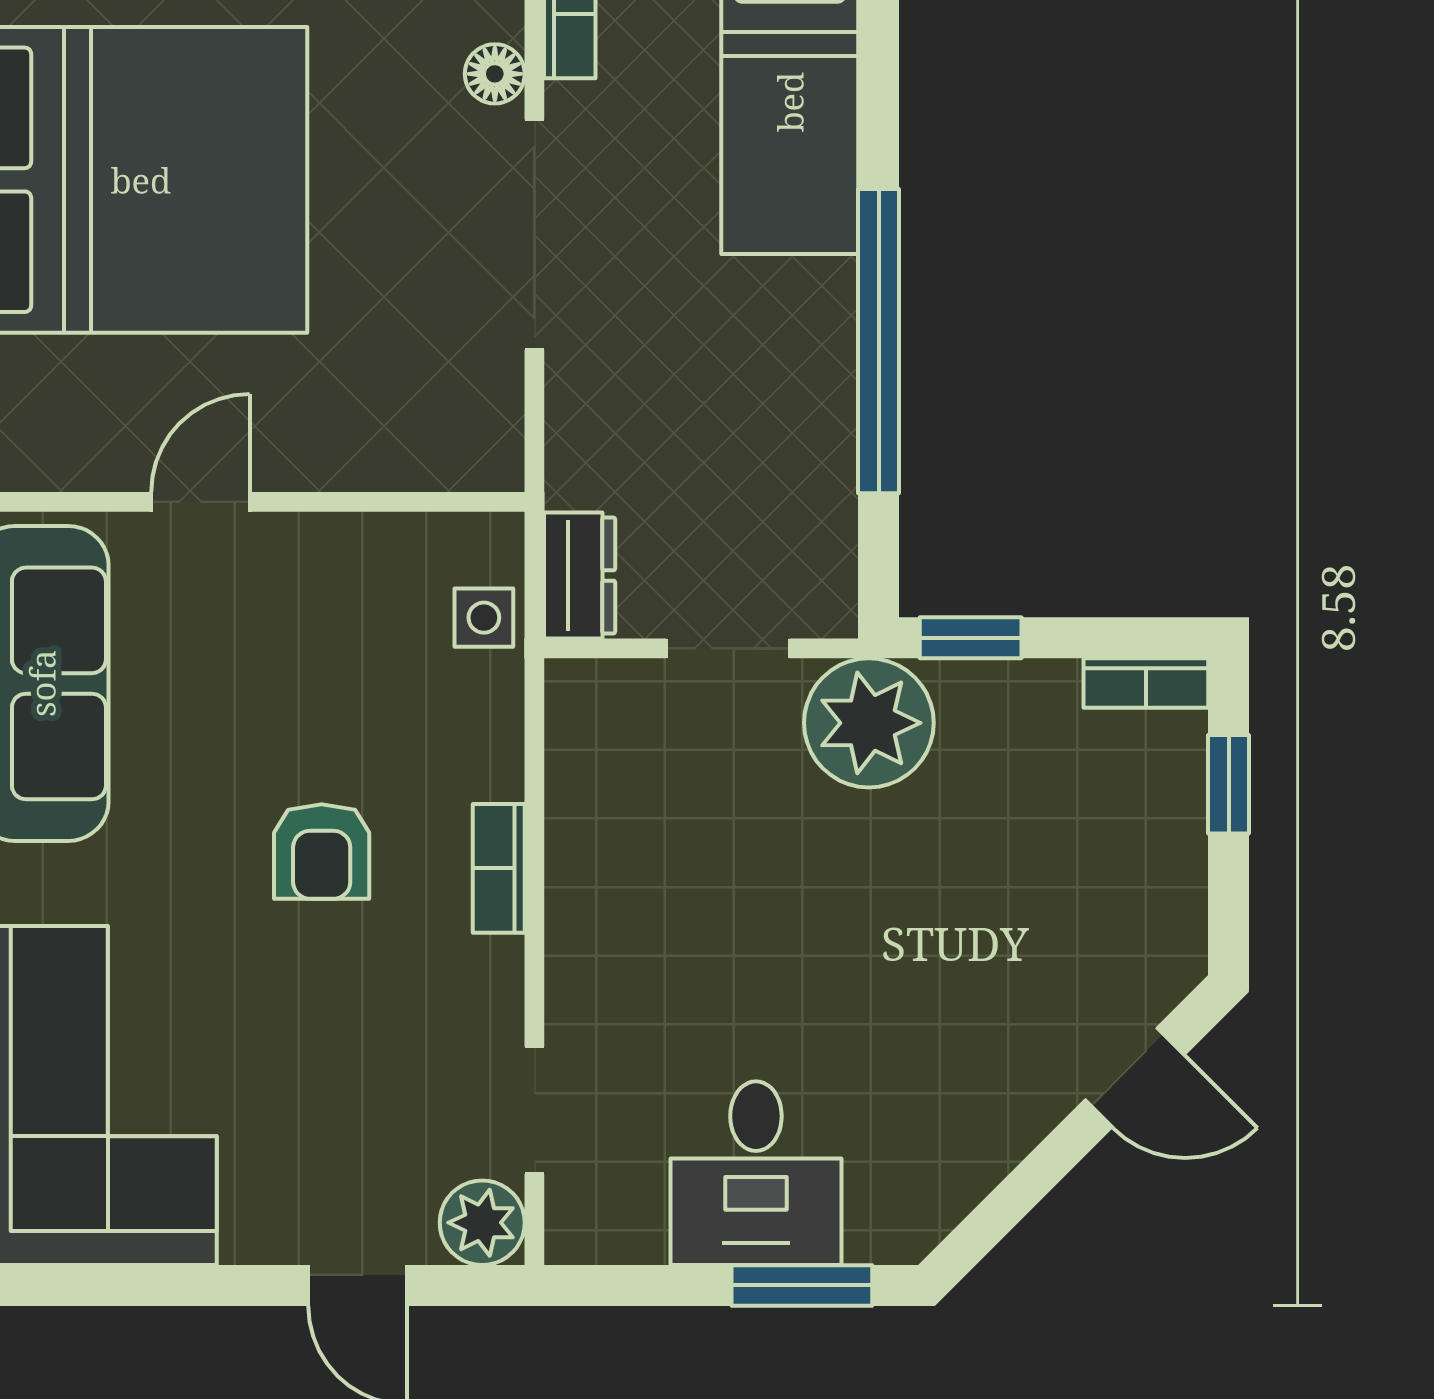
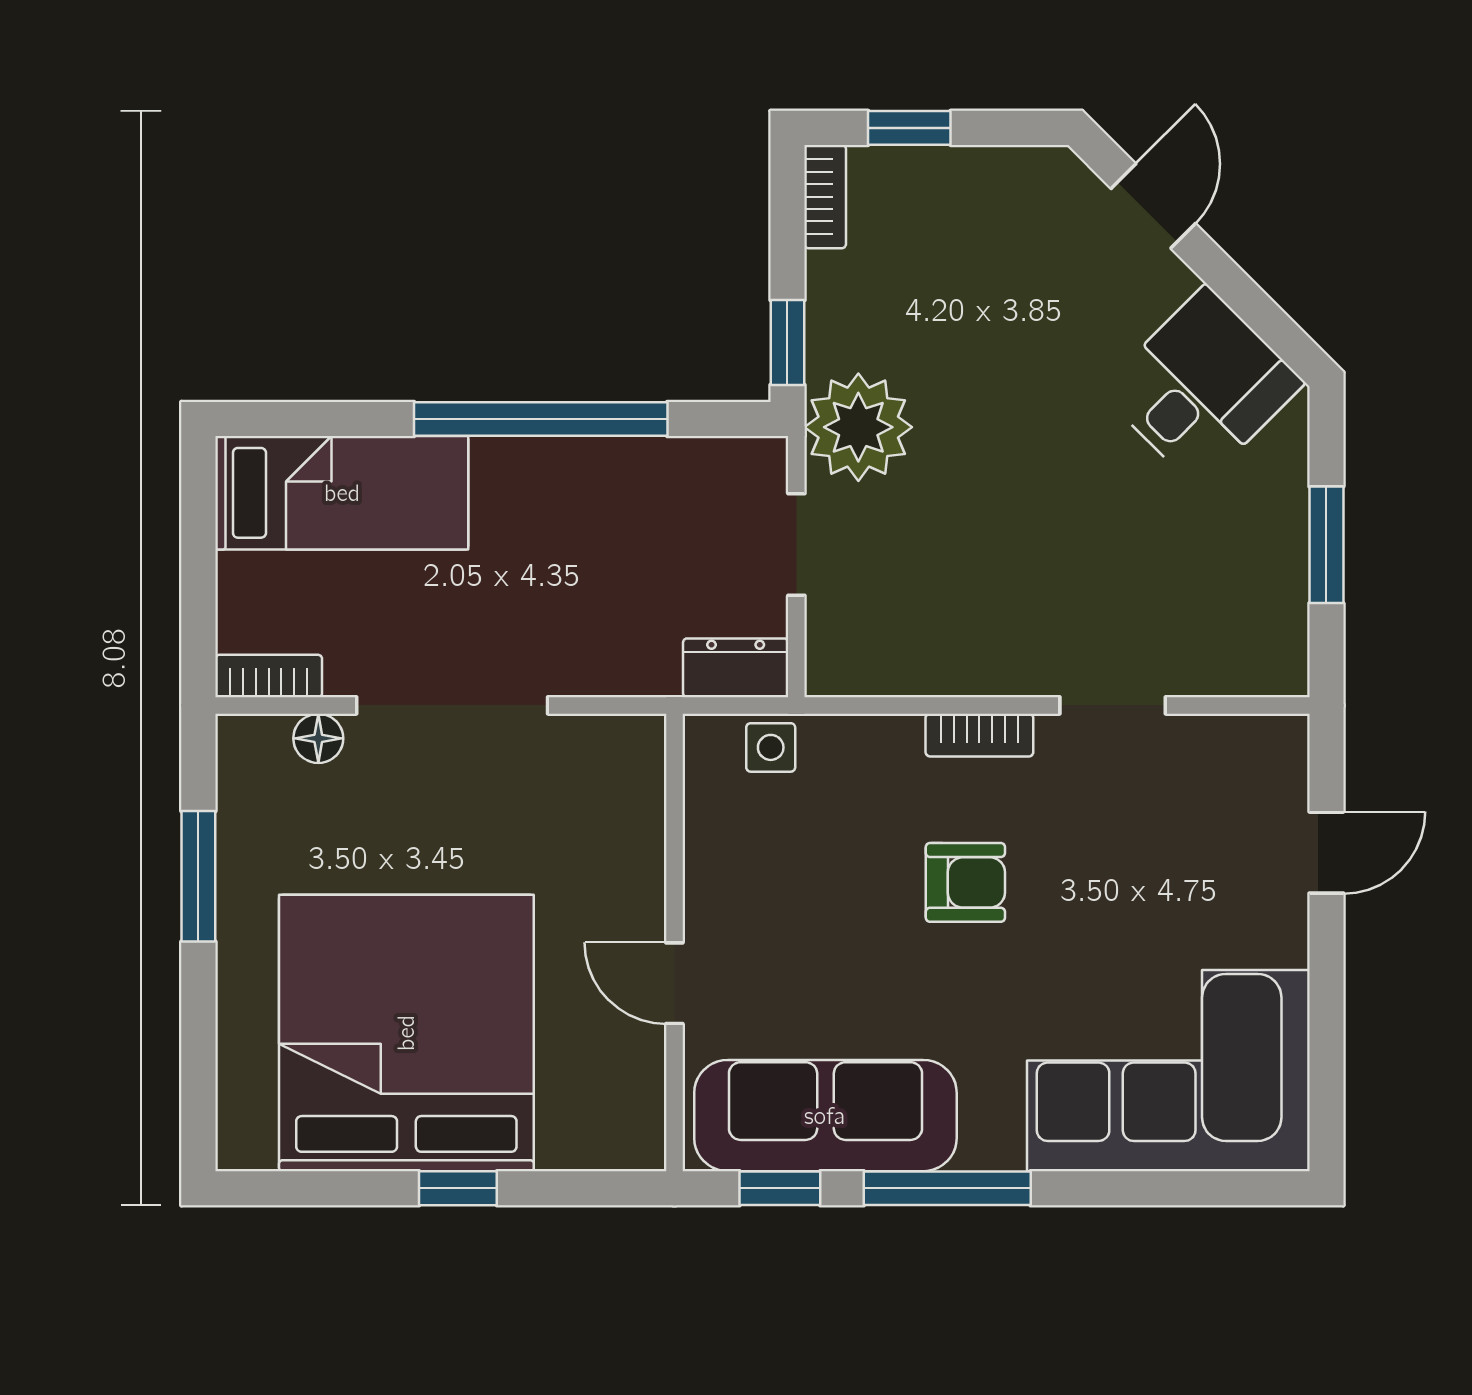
doorway: (534, 1110) -> (1113, 705), moved
desk: (756, 1173) -> (1202, 387), moved, turned -45
plant: (482, 1223) -> (1274, 749), removed
window: (802, 1285) -> (1326, 545), moved

